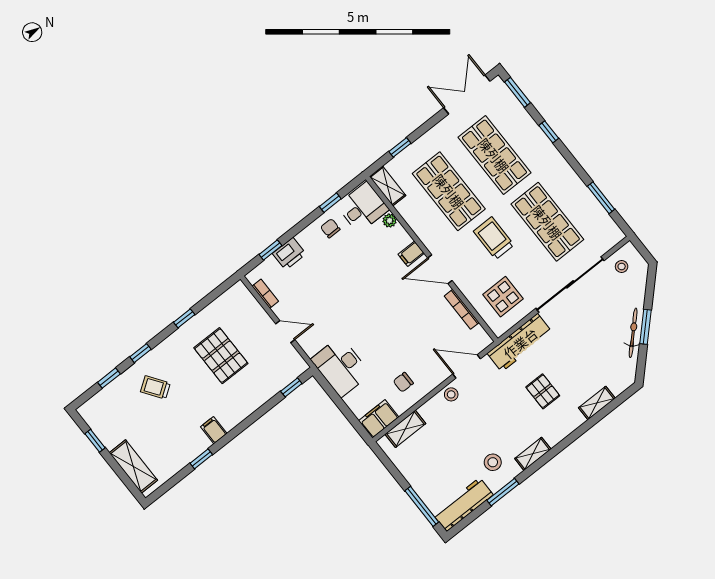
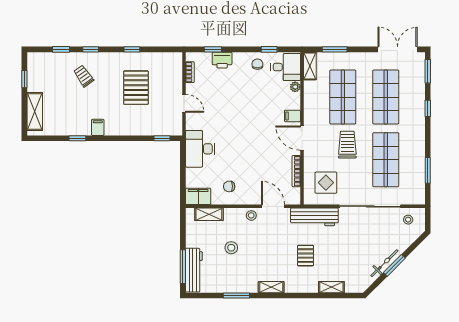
window: (400, 147) -> (335, 49), width x1.50
stool: (493, 462) -> (231, 248), moved
workbench: (463, 505) -> (194, 270), moved, turned 90

